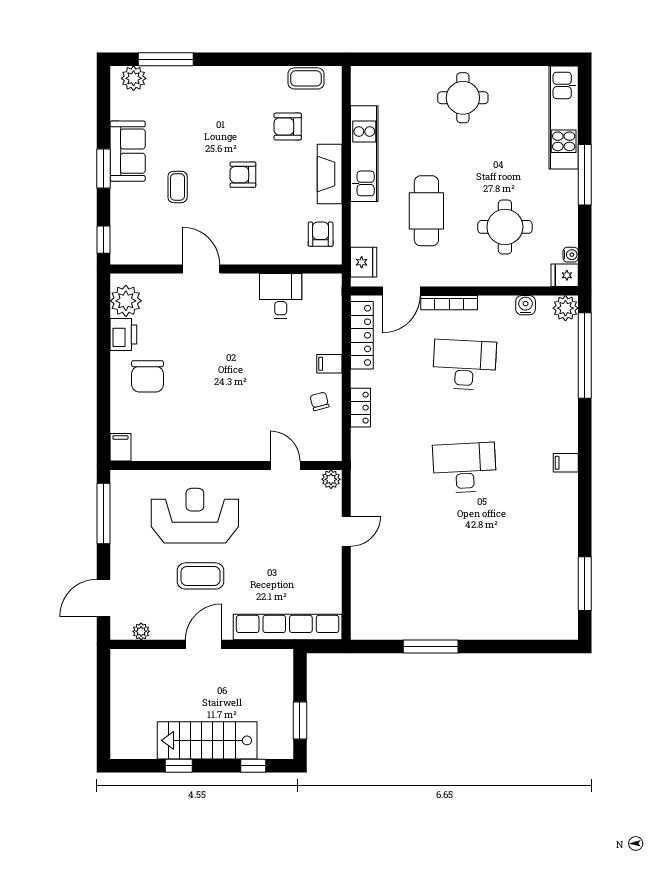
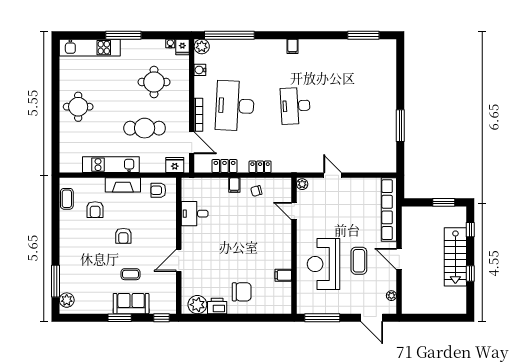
sofa: (128, 151) -> (131, 304), moved
locker: (362, 335) -> (224, 166), width x0.66
desk: (464, 365) -> (235, 106), width x1.36, depth x1.30
filing cabinet: (120, 447) -> (283, 275), moved
door: (285, 465) -> (294, 211), hinge flipped

